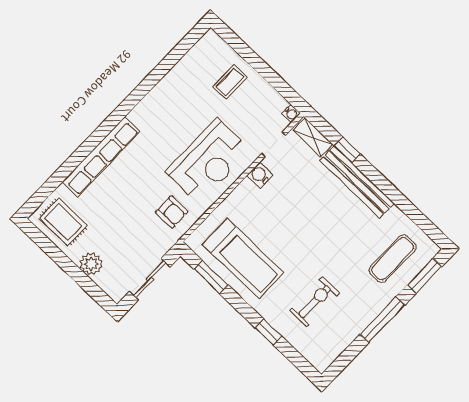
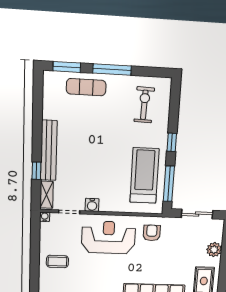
exercise mat: (393, 259) -> (86, 87), moved
window: (211, 277) -> (169, 184), width x1.44
exercise bike: (315, 302) -> (144, 105), moved, turned 92
window: (269, 332) -> (172, 142), moved

